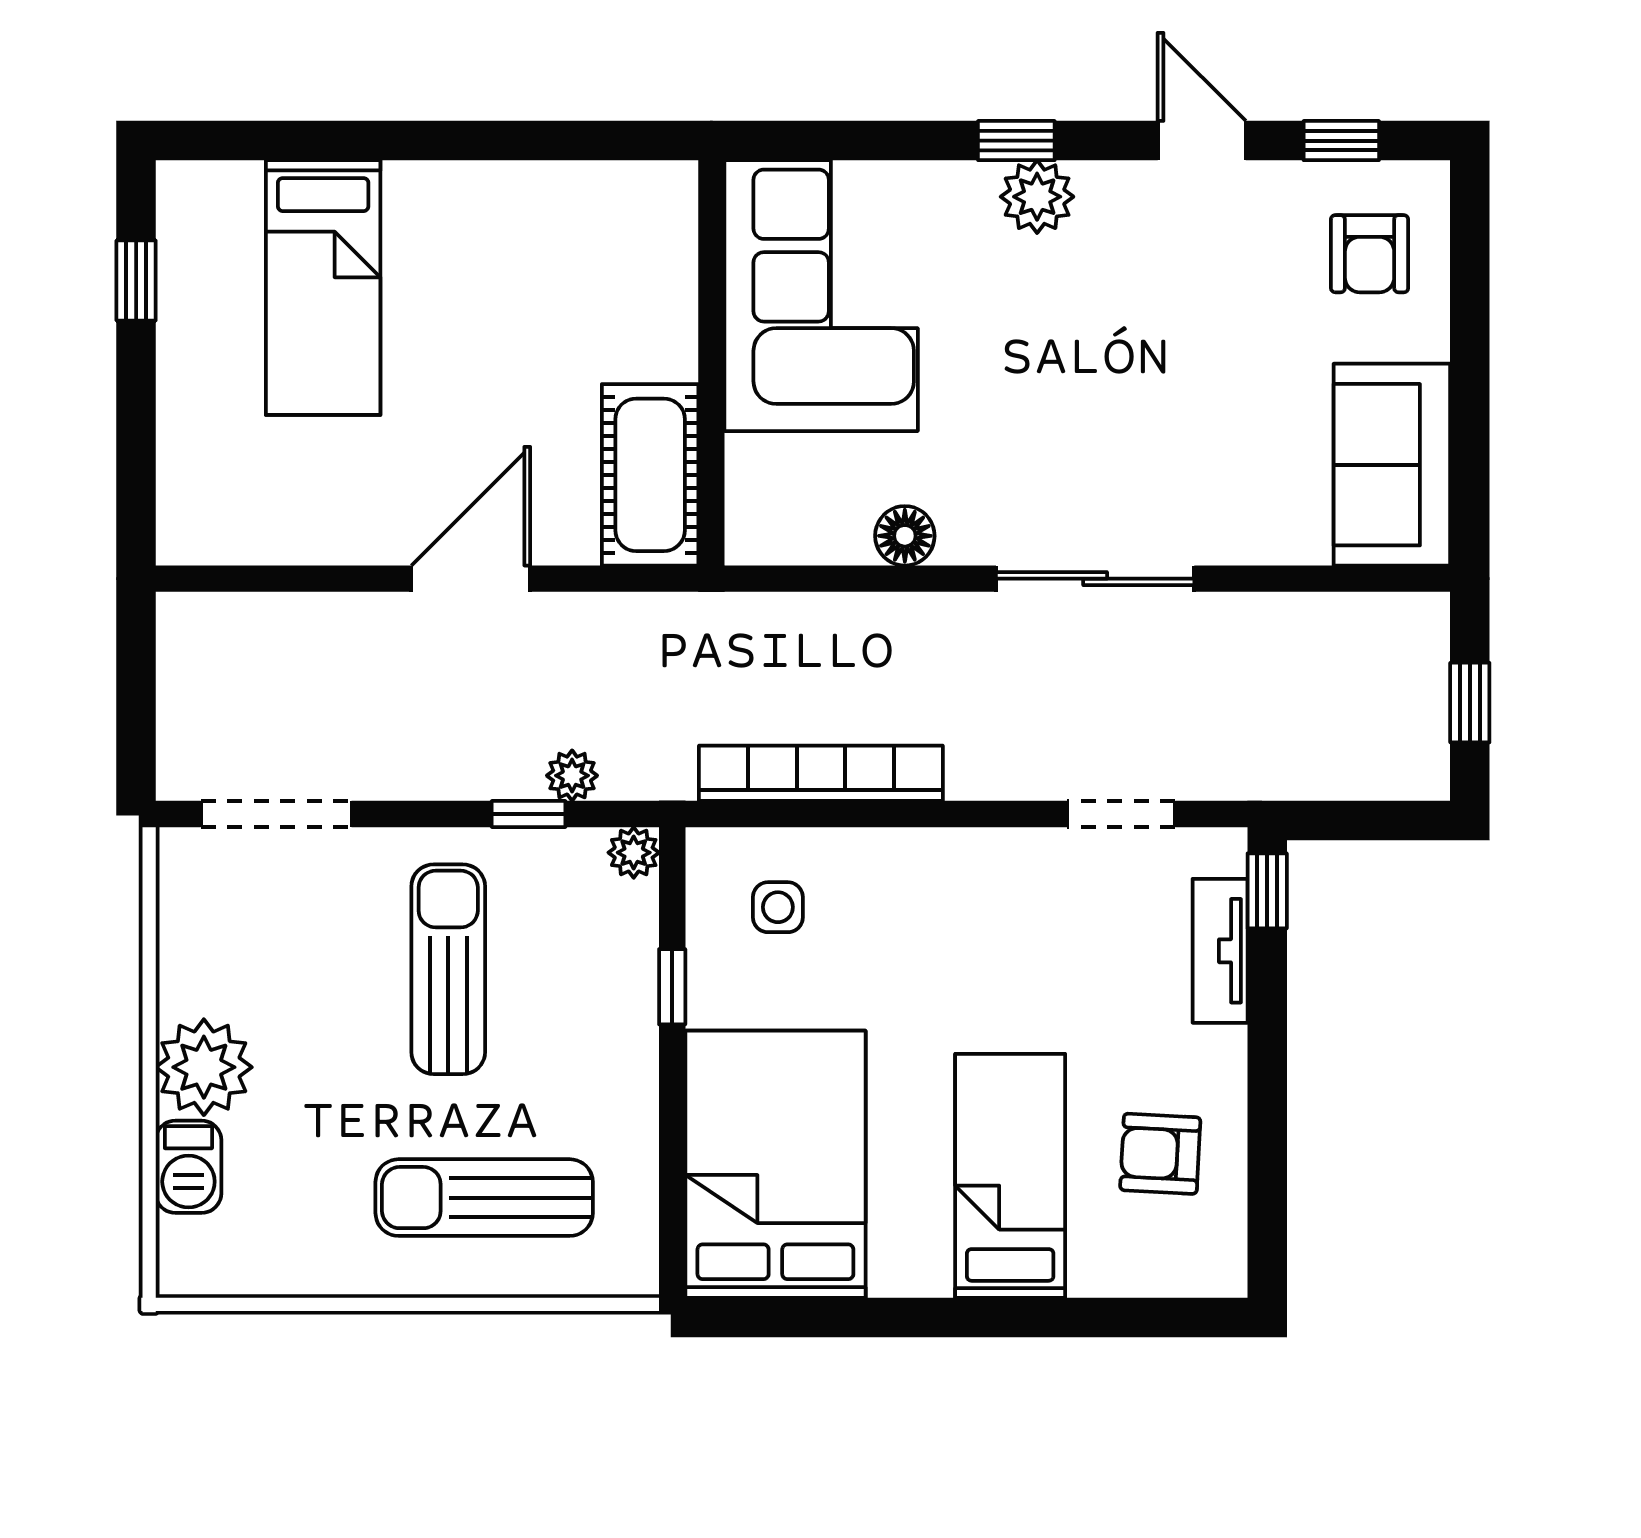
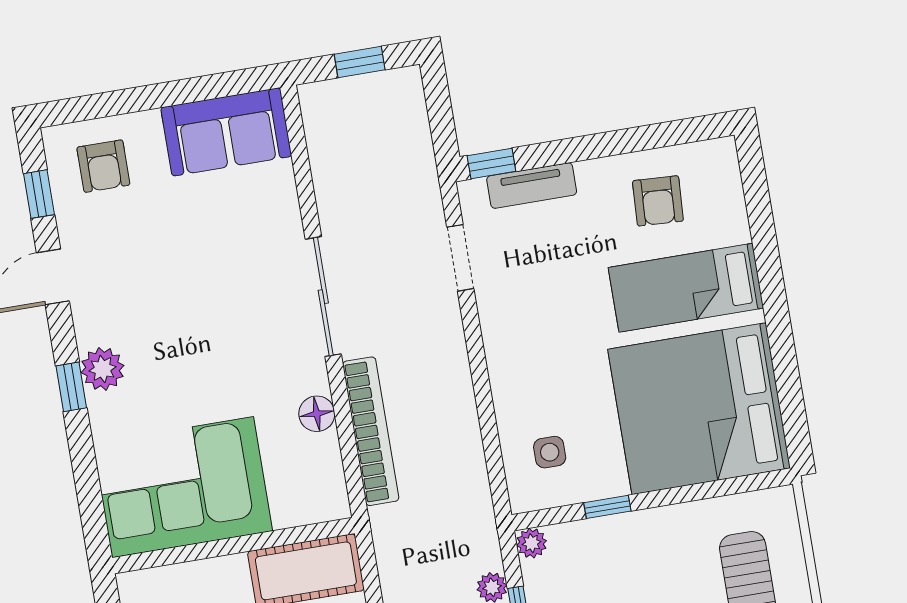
armchair: (1370, 254) -> (103, 166), turned 90
bookcase: (821, 773) -> (371, 431), moved, turned 180
bed: (775, 1164) -> (699, 409), width x1.36

